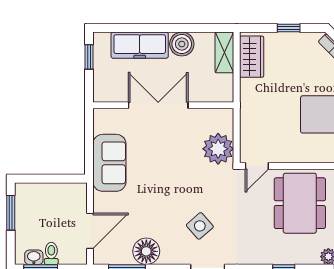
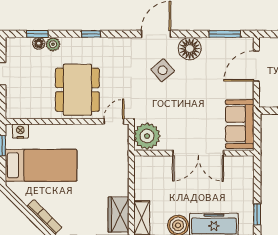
double door: (158, 105) -> (198, 153), moved
wall: (163, 105) -> (194, 153), moved
floor lamp: (146, 251) -> (190, 49), moved

